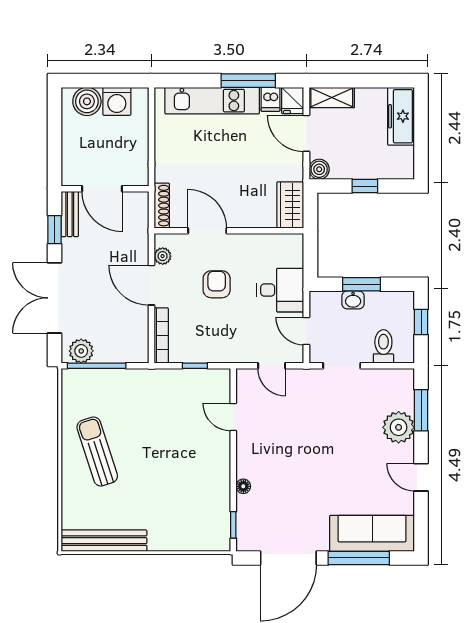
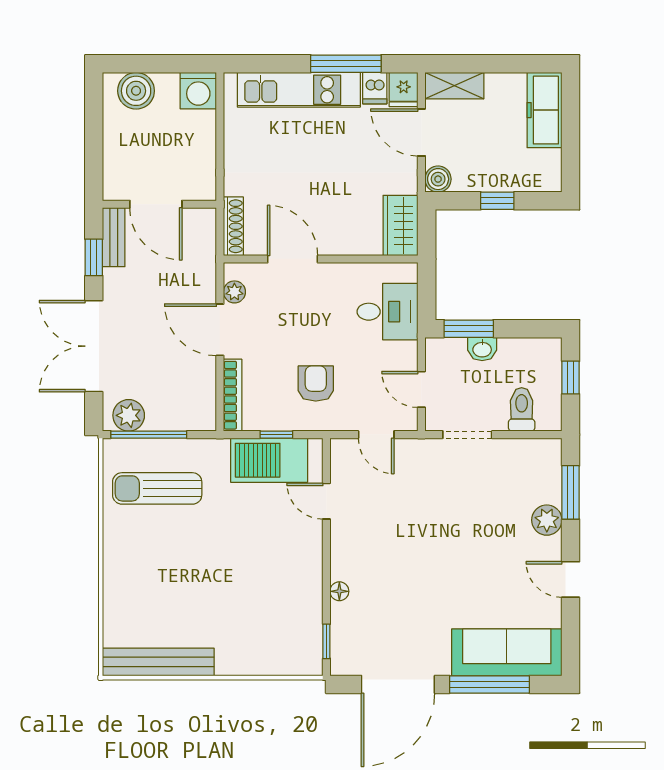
washing machine: (117, 101) -> (198, 91), moved
armchair: (217, 284) -> (316, 384), moved
window: (361, 284) -> (469, 329), moved
desk: (280, 290) -> (388, 312), moved
barbecue: (189, 385) -> (269, 460), added
plant: (399, 427) -> (547, 520), width x0.73, depth x0.73
sun lounger: (97, 452) -> (157, 488), moved, turned -72

